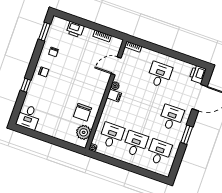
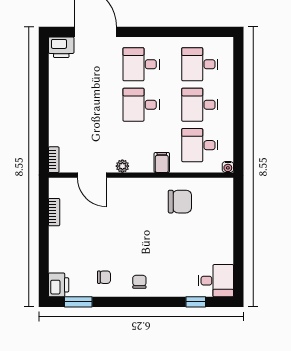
printer: (75, 29) -> (59, 285), moved
desk: (160, 75) -> (141, 105), moved
window: (26, 85) -> (196, 302), moved
filing cabinet: (114, 96) -> (162, 163), moved
plant: (84, 132) -> (210, 189), removed
window: (187, 135) -> (159, 32), removed

